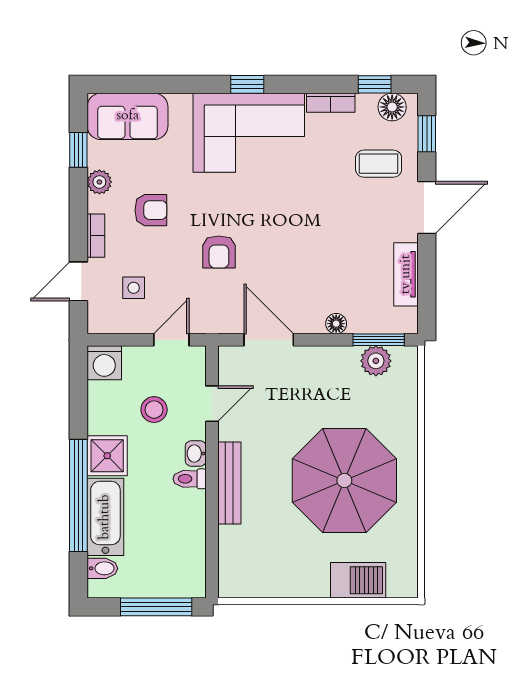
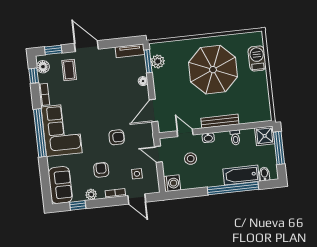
window: (247, 84) -> (40, 133), width x3.17
tv unit: (406, 274) -> (130, 51), moved
shower: (107, 456) -> (265, 136), moved
toilet: (190, 479) -> (235, 137), moved

